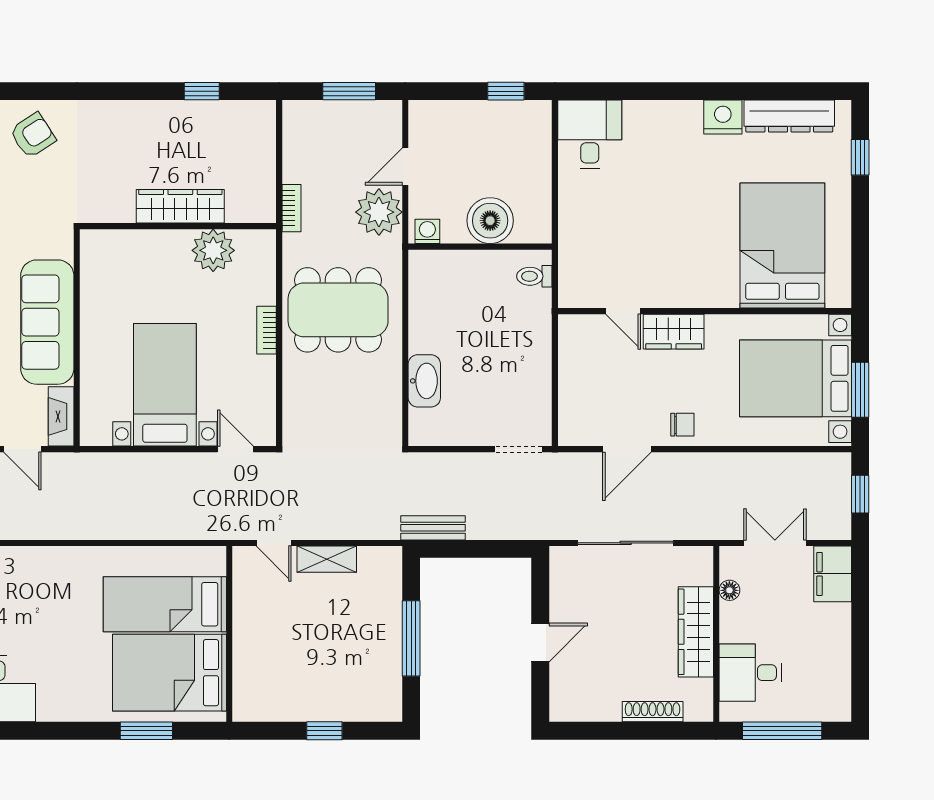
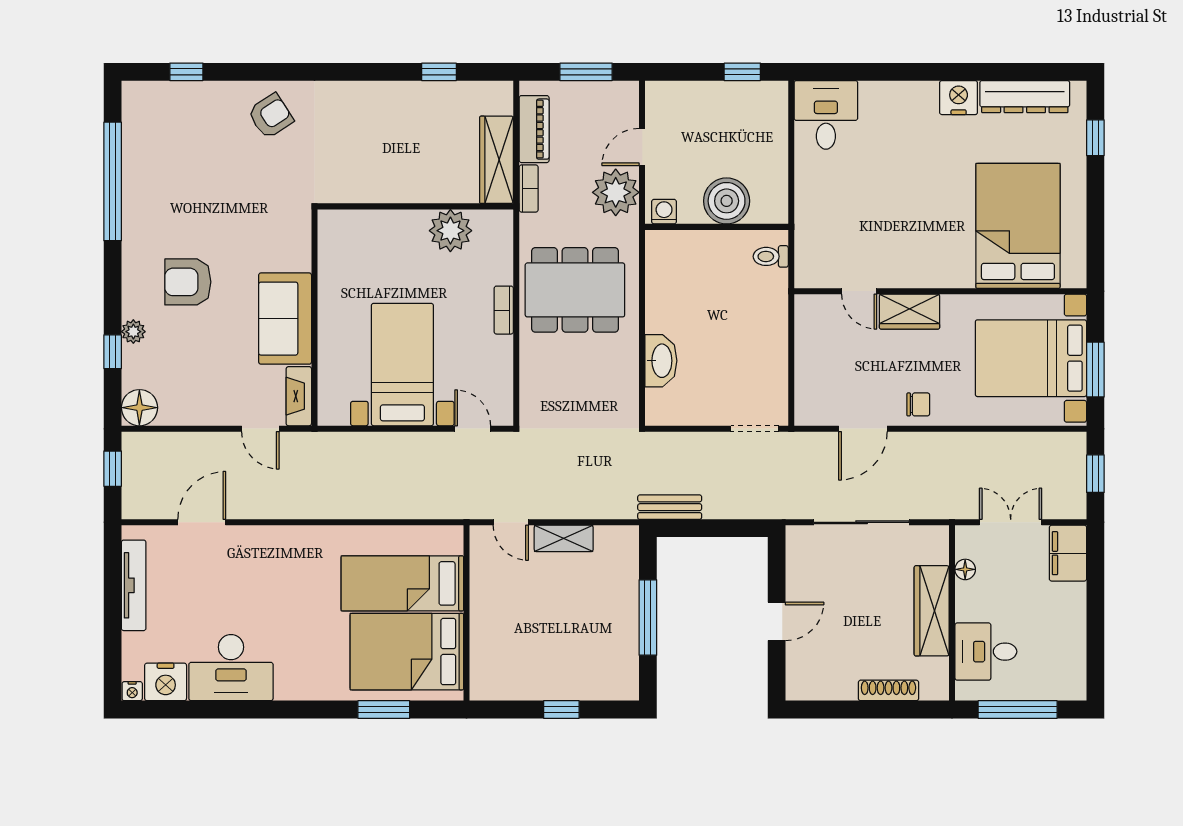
piano: (297, 149) -> (534, 129), added
wardrobe: (180, 206) -> (496, 160), moved, turned -90
sofa: (47, 322) -> (285, 319), width x0.73

